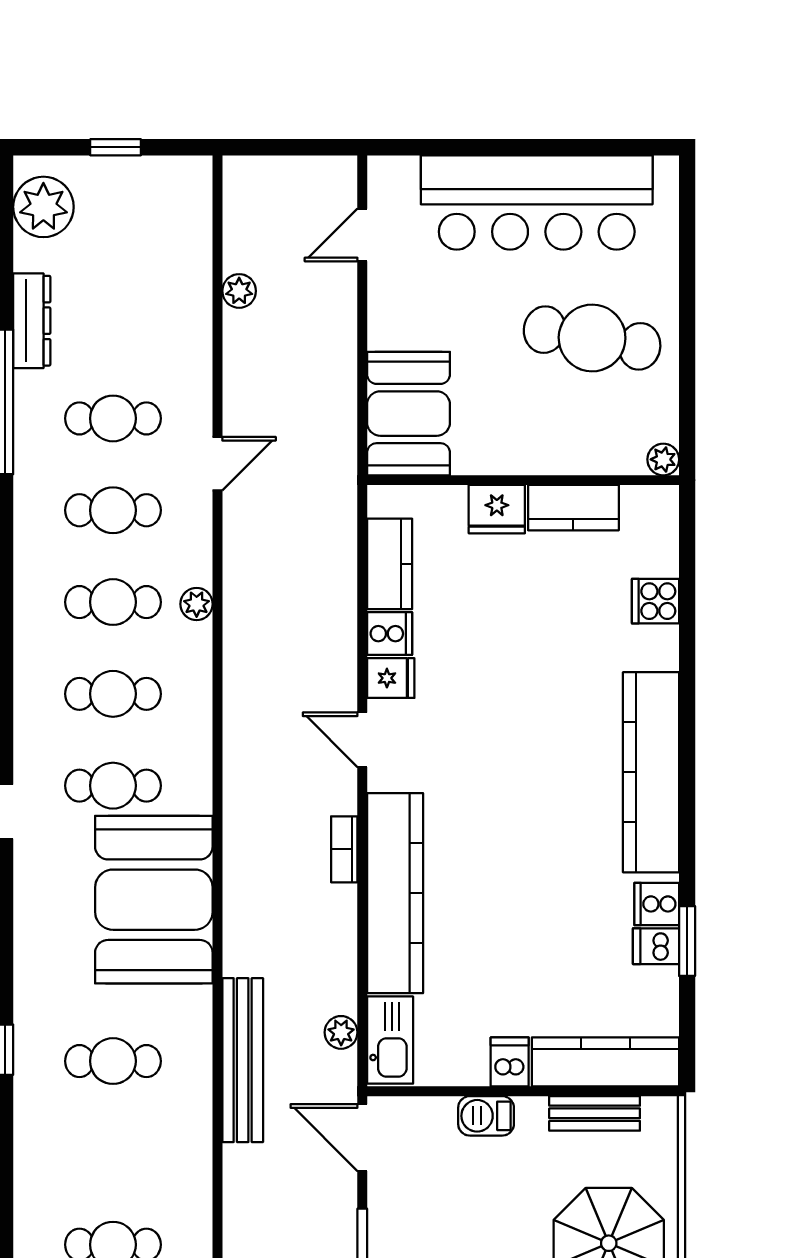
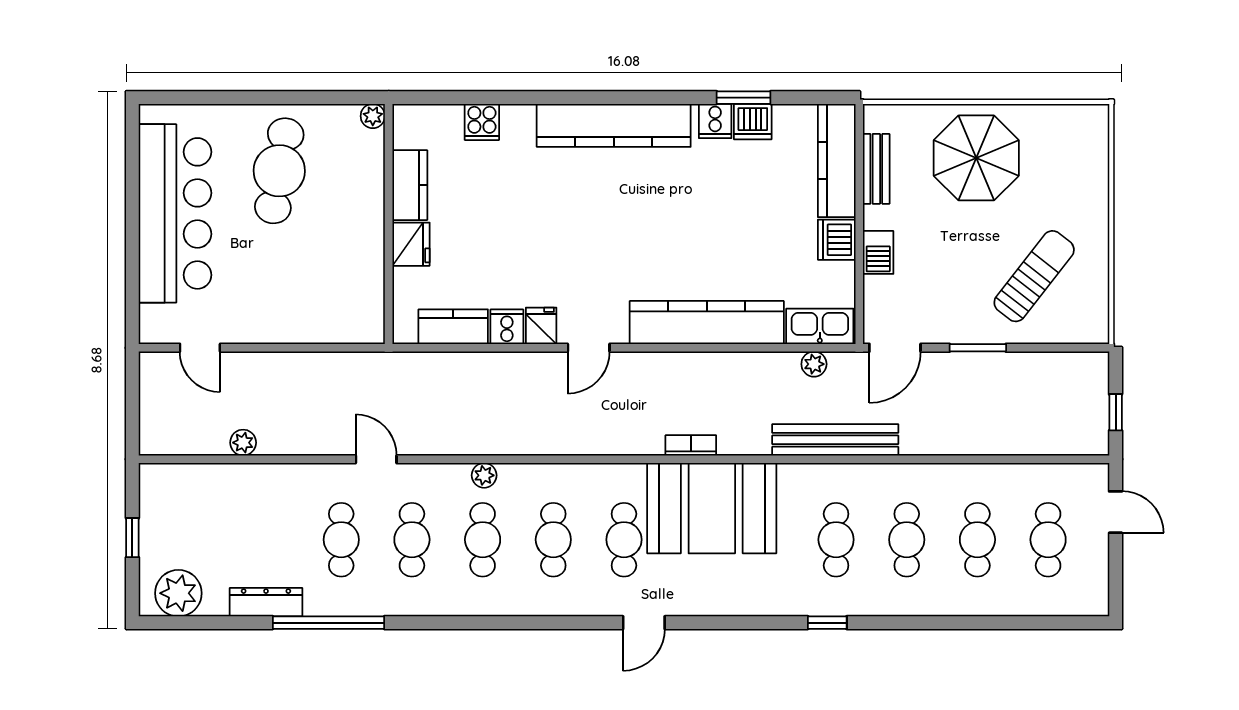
booth: (408, 414) -> (337, 312), removed
bookcase: (344, 849) -> (691, 445), moved, turned 180
dishwasher: (656, 946) -> (753, 122), width x1.38
dishwasher: (510, 1062) -> (837, 240), width x1.38
cafe table: (113, 1153) -> (907, 540), added

